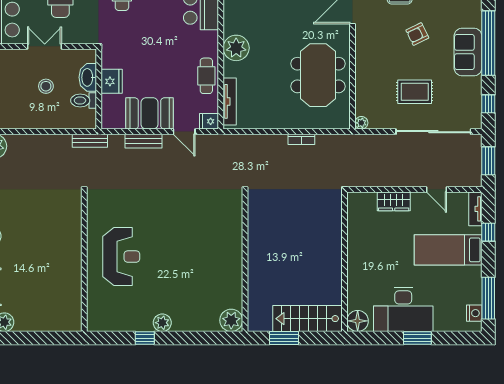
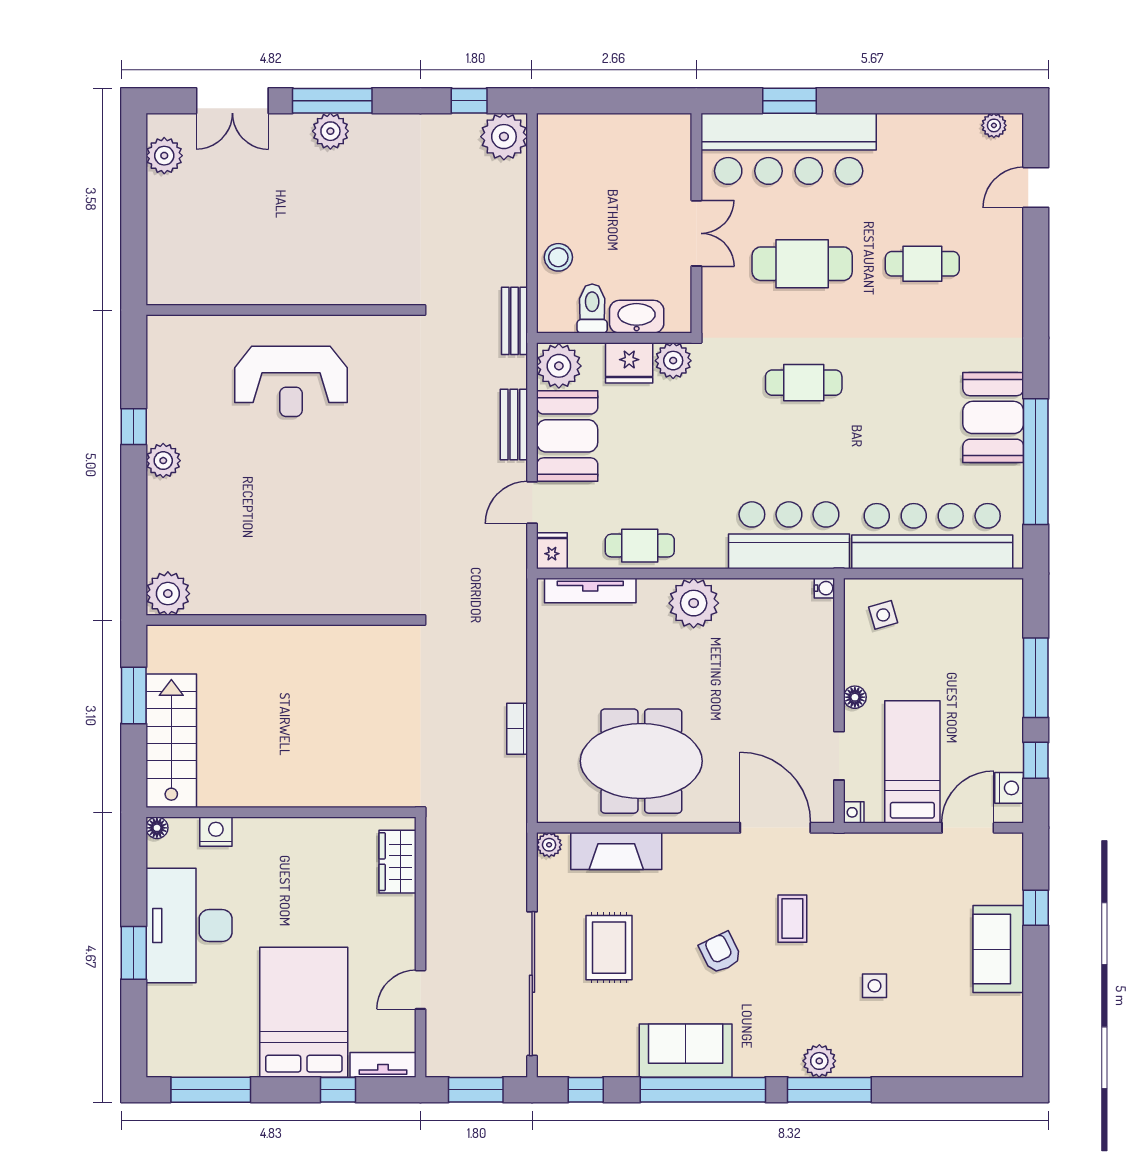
plant: (110, 59) -> (673, 361), added
stool: (46, 86) -> (558, 257), moved
fireplace: (365, 88) -> (616, 851), added
plant: (113, 118) -> (559, 366), added
wardrobe: (394, 201) -> (397, 862), moved
bed: (448, 250) -> (304, 1012), width x1.50
nightstand: (474, 313) -> (216, 832), moved, turned 180
floor lamp: (358, 321) -> (157, 828), width x0.53, depth x0.53

